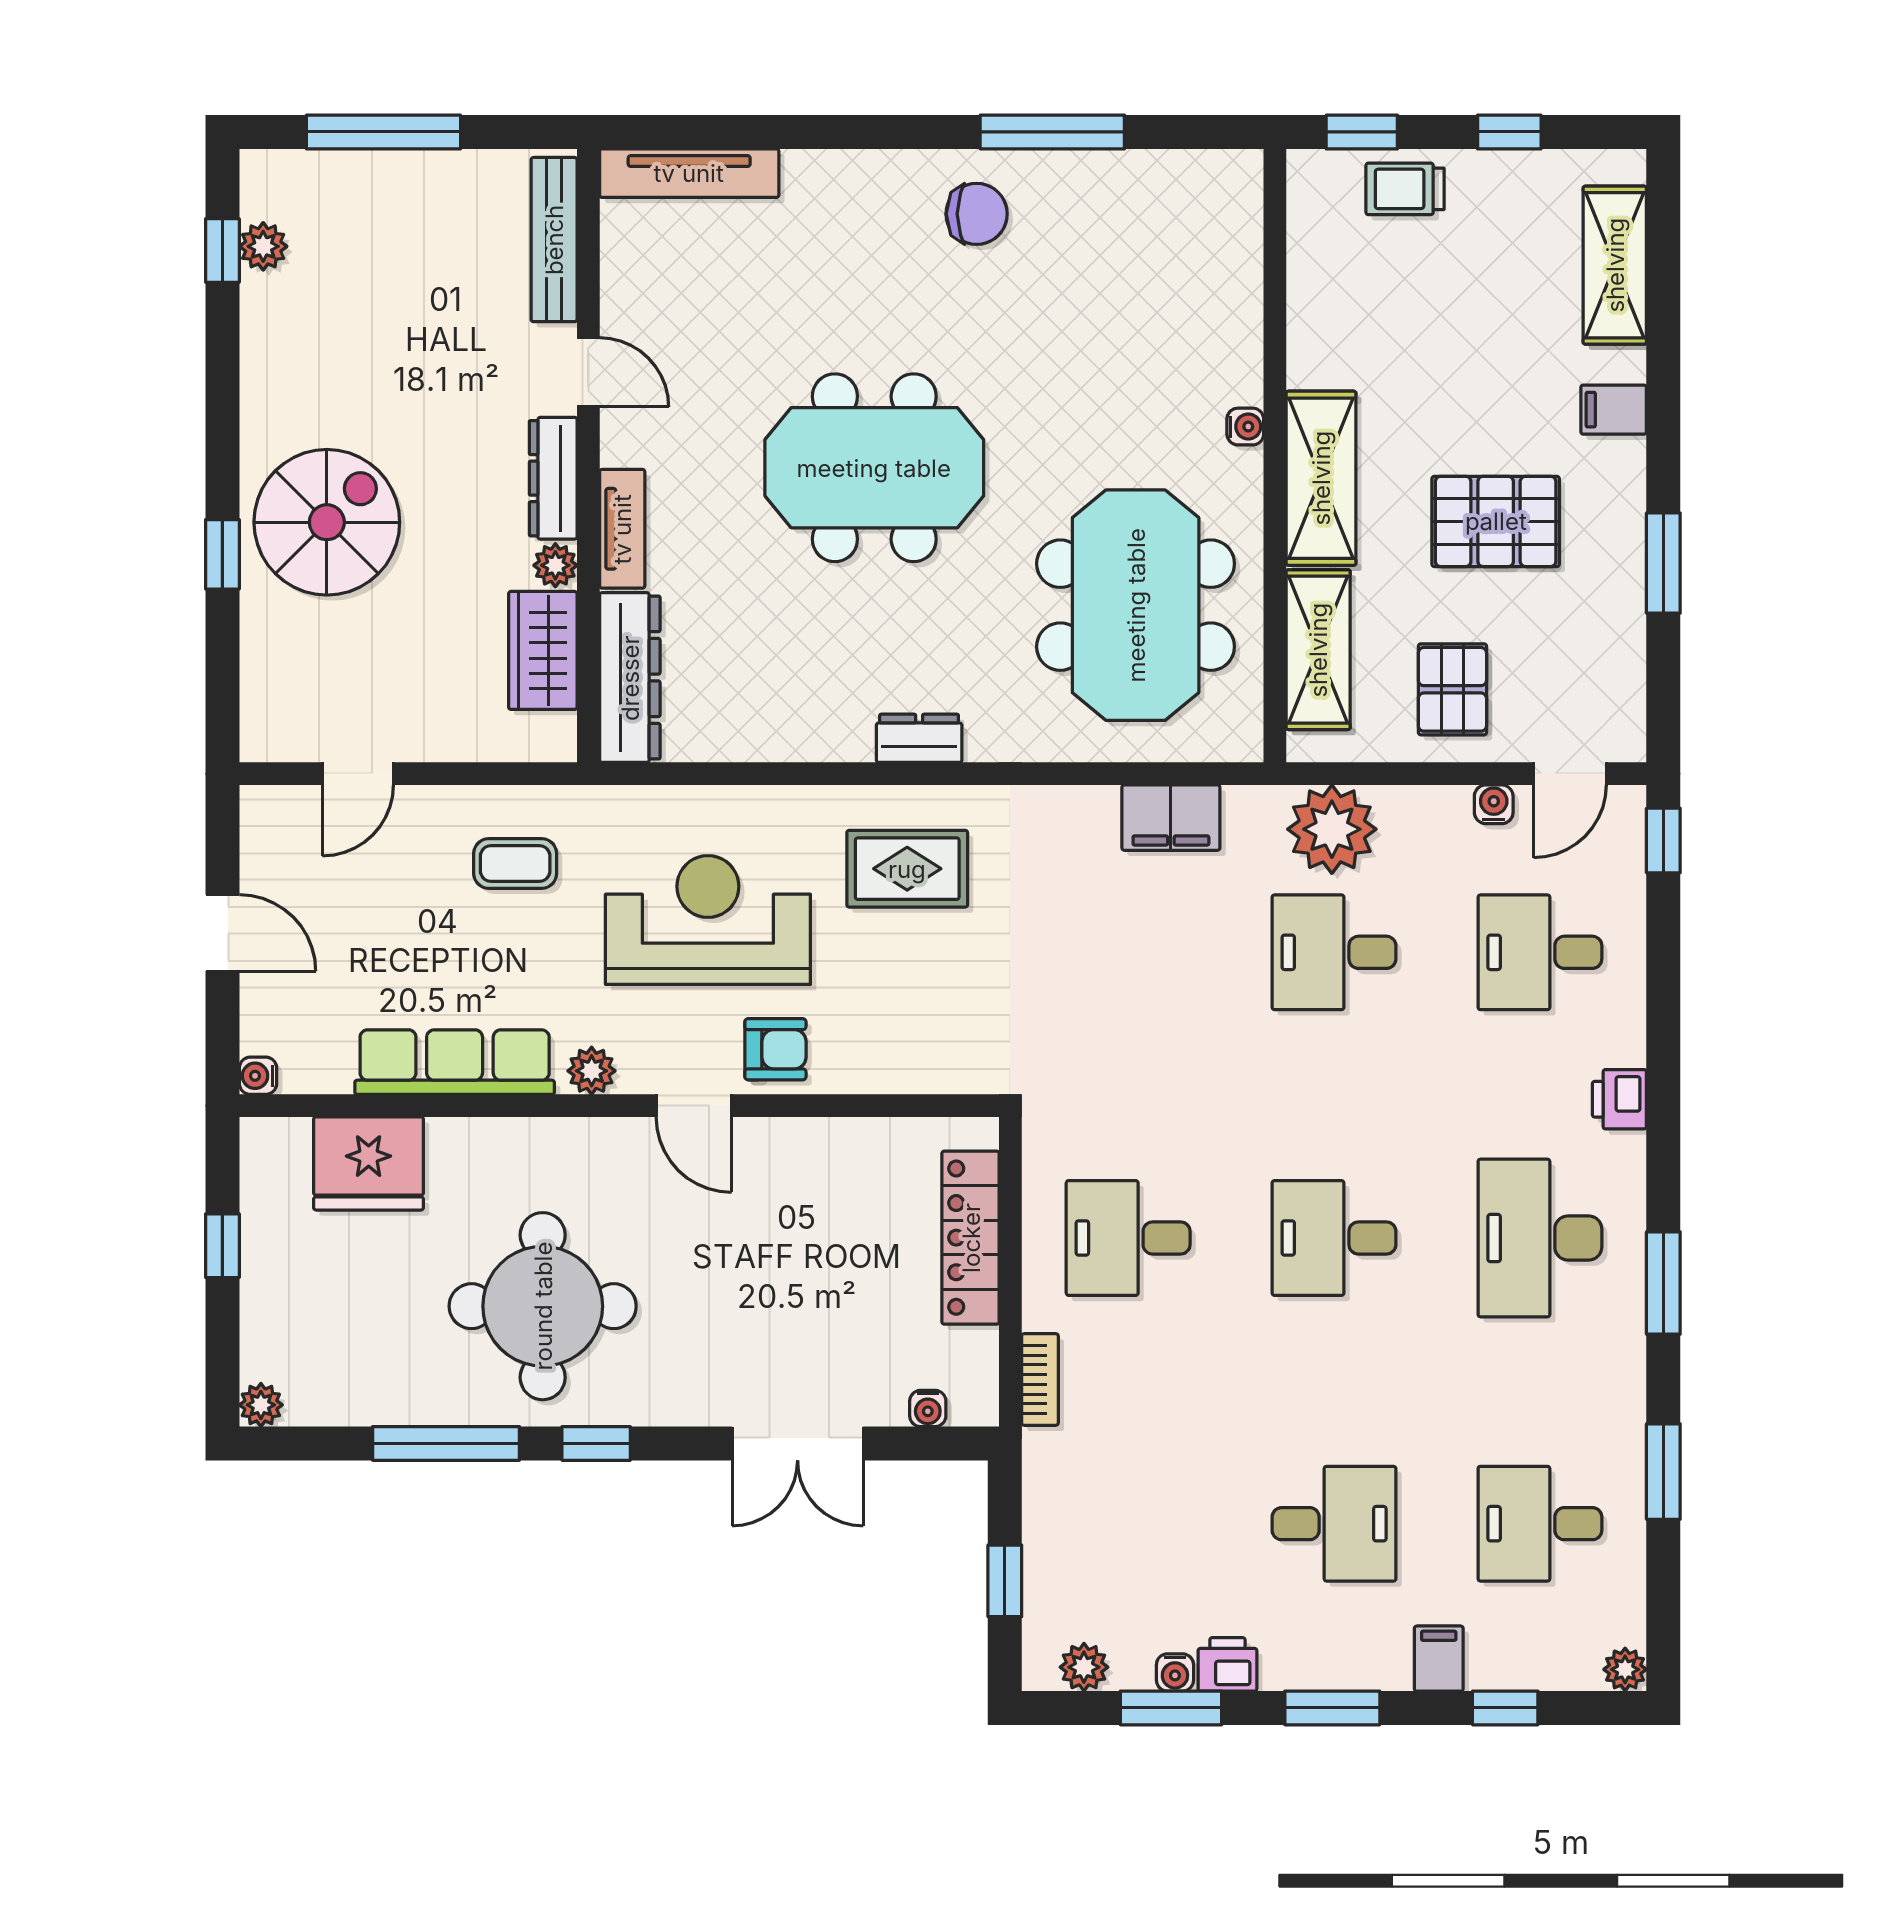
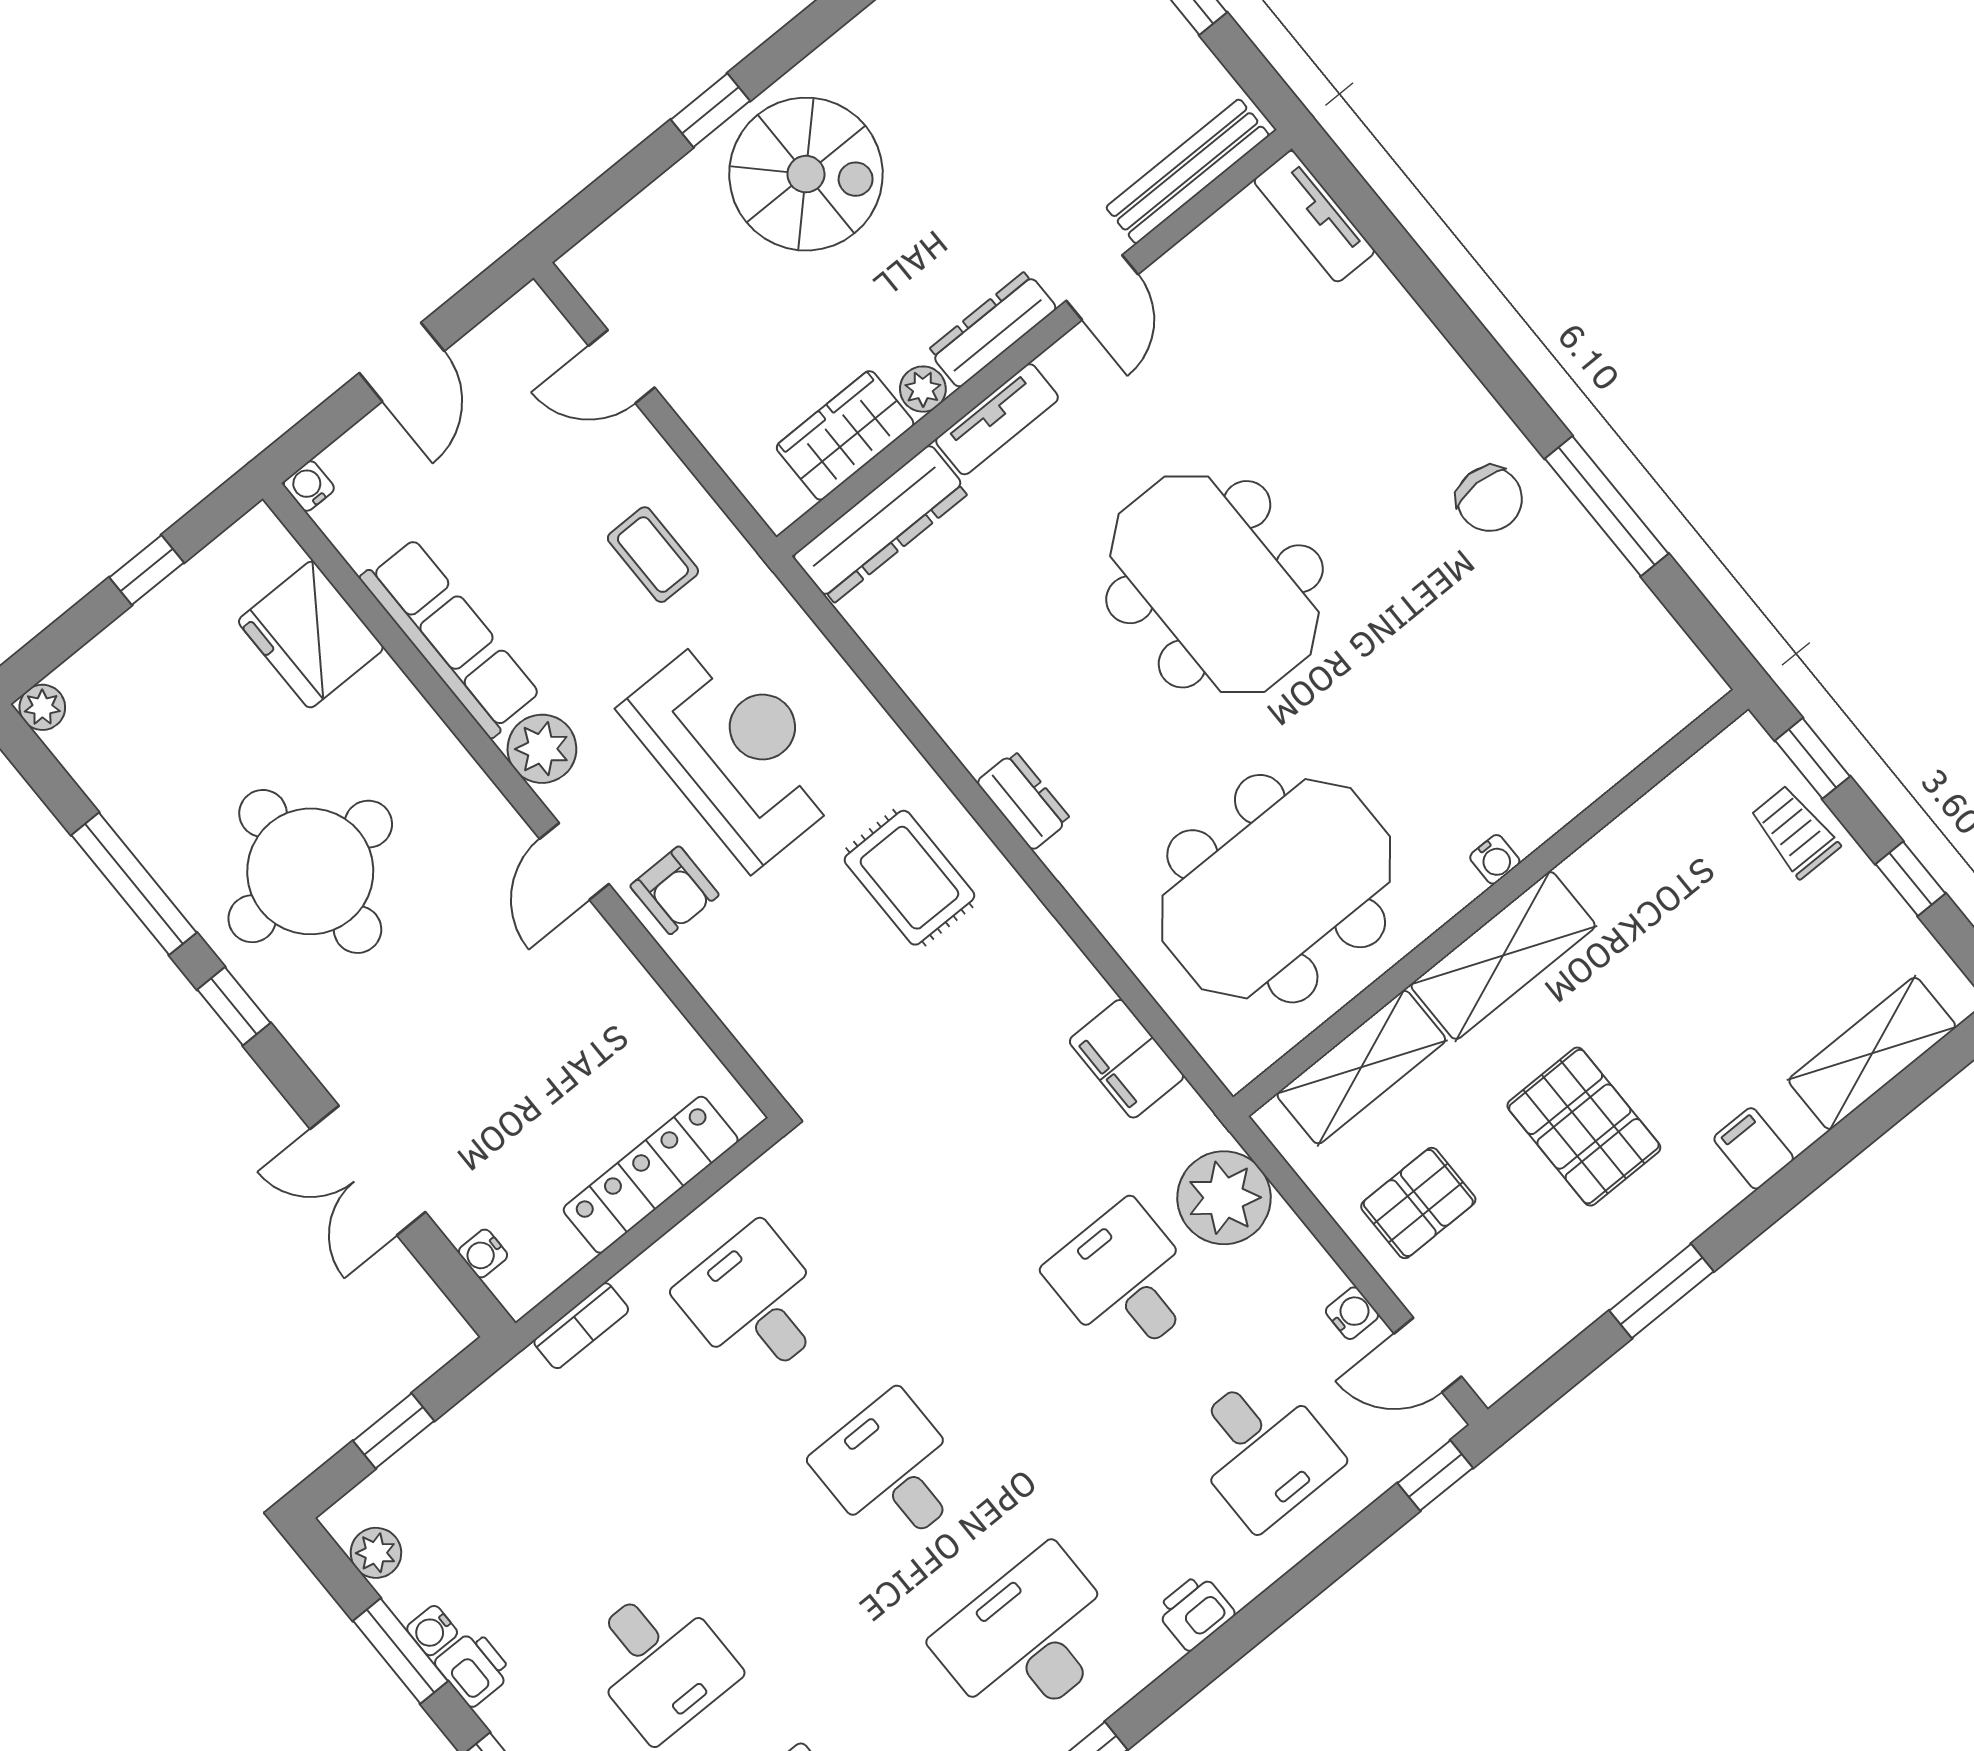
tv unit: (689, 173) -> (1314, 216), width x0.71
desk: (1540, 952) -> (1262, 1449), turned 180
plant: (592, 1071) -> (542, 749), width x1.38, depth x1.38

